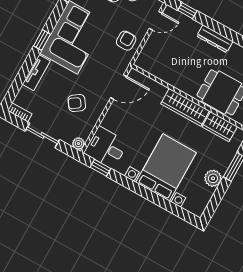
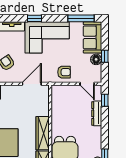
dresser: (215, 39) -> (97, 113), moved
door: (119, 87) -> (32, 84), swing flipped

